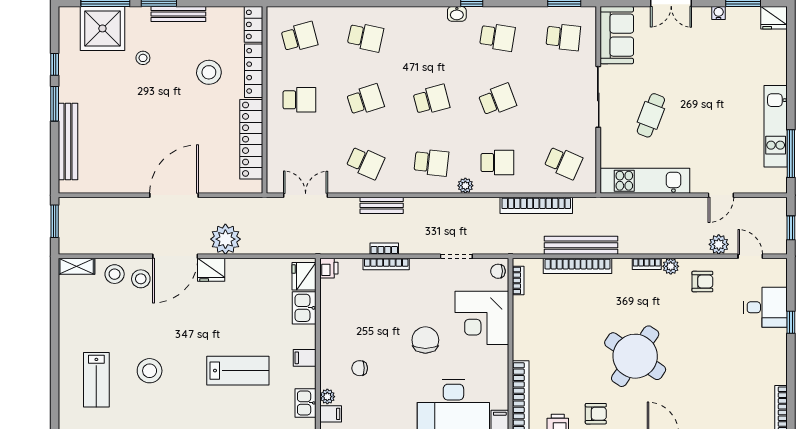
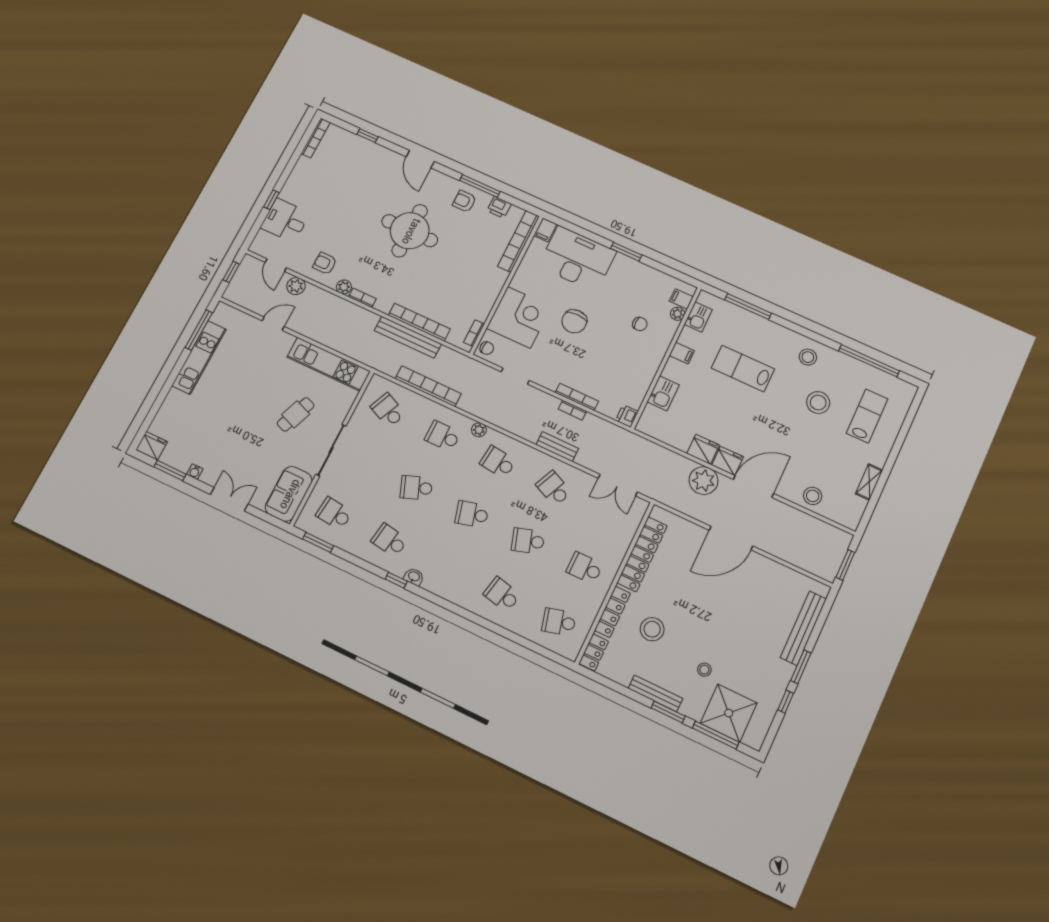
shelving: (77, 266) -> (869, 482), moved, turned 90
fridge: (304, 276) -> (703, 449), moved, turned -90
stool: (141, 279) -> (808, 357), moved
round table: (635, 356) -> (410, 231), turned -34

